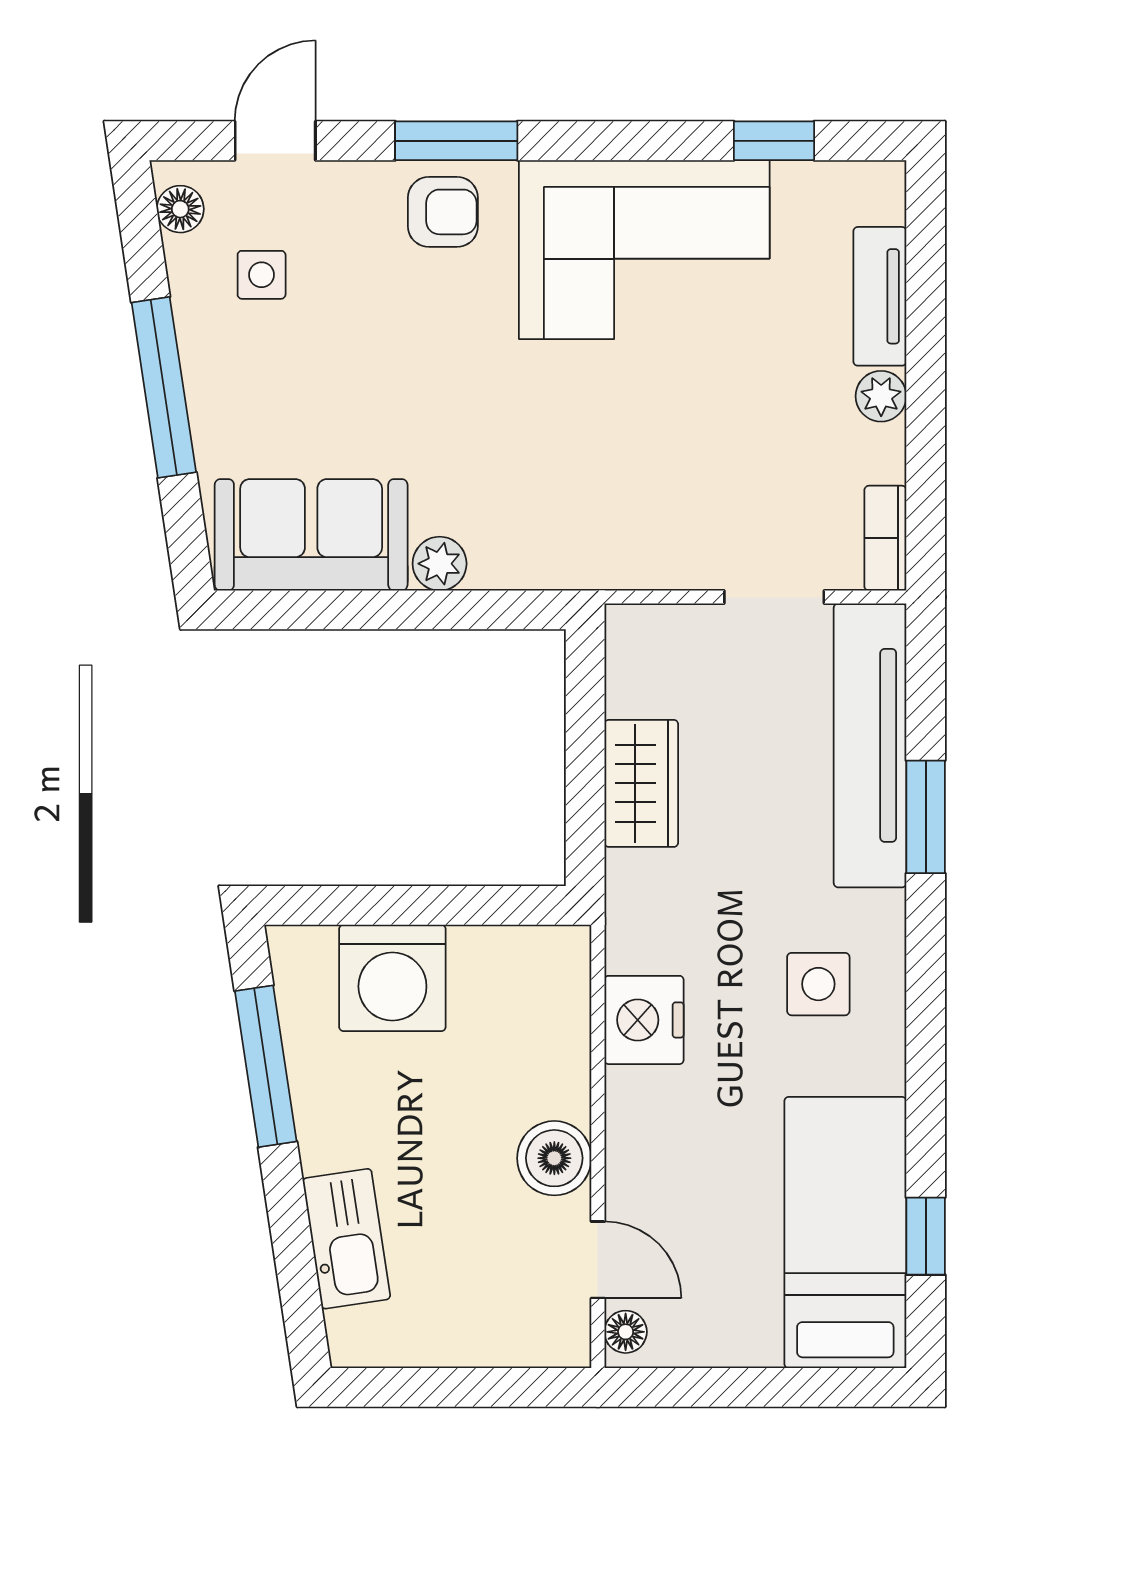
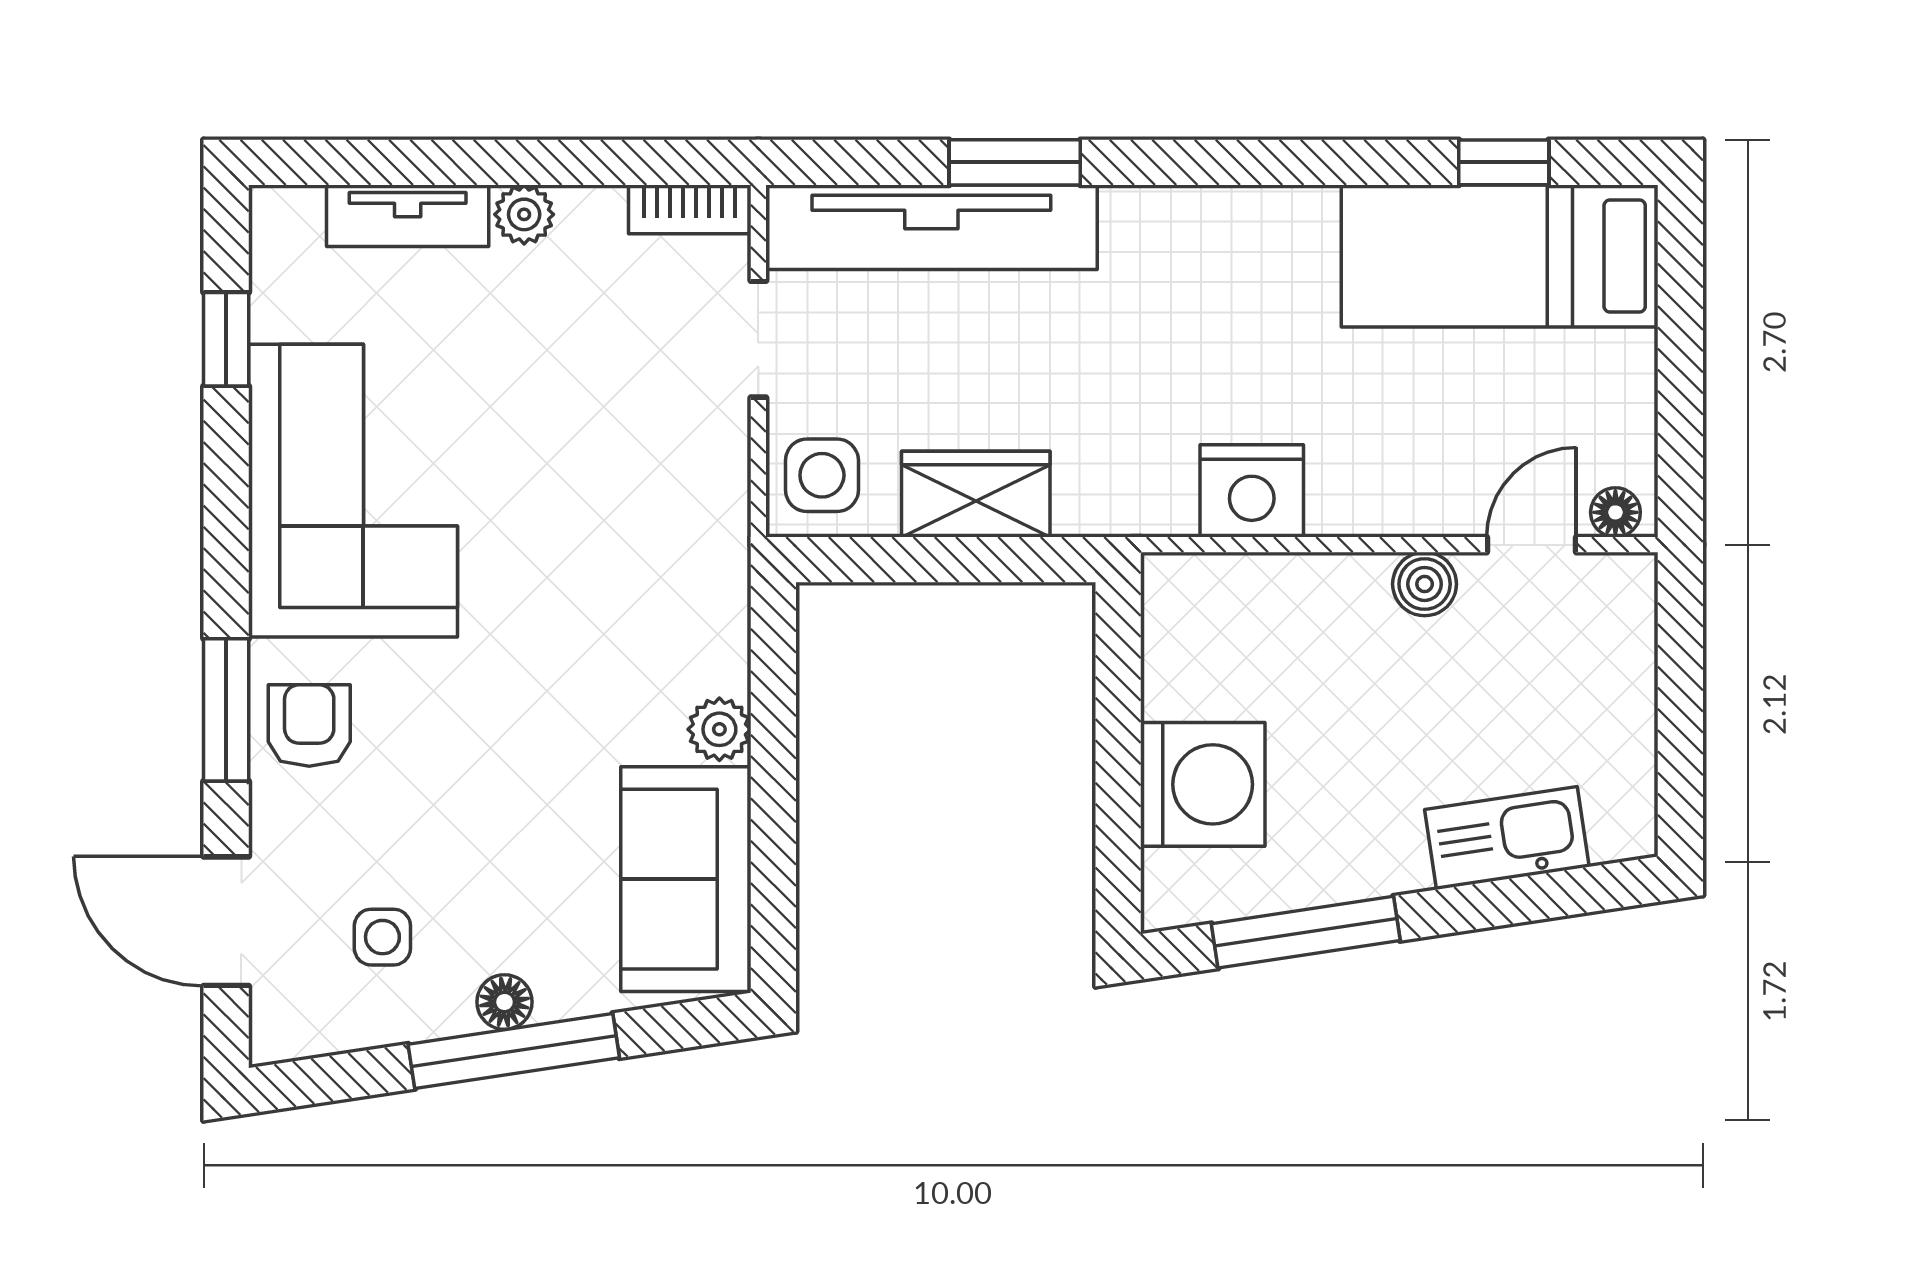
door: (275, 141) -> (226, 921), width x1.38
floor lamp: (180, 209) -> (504, 1002), moved
side table: (818, 984) -> (822, 475), moved
boiler: (554, 1158) -> (1425, 584), width x0.73, depth x0.73

